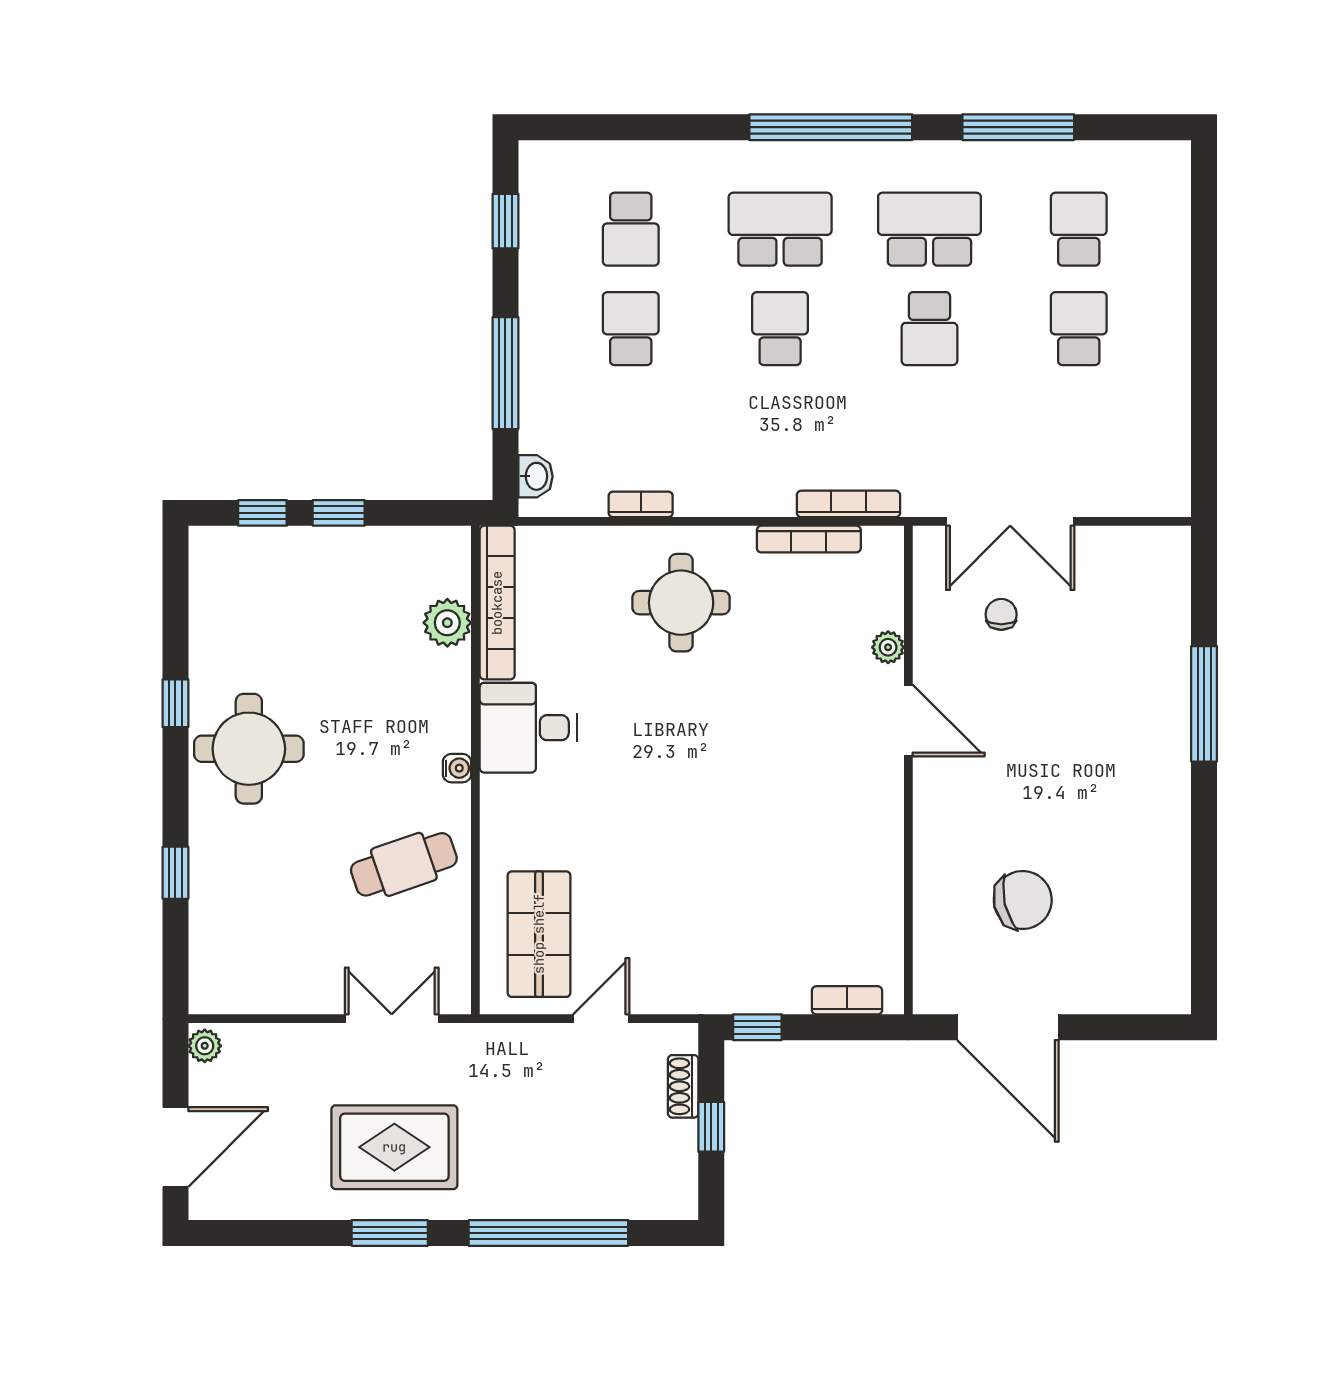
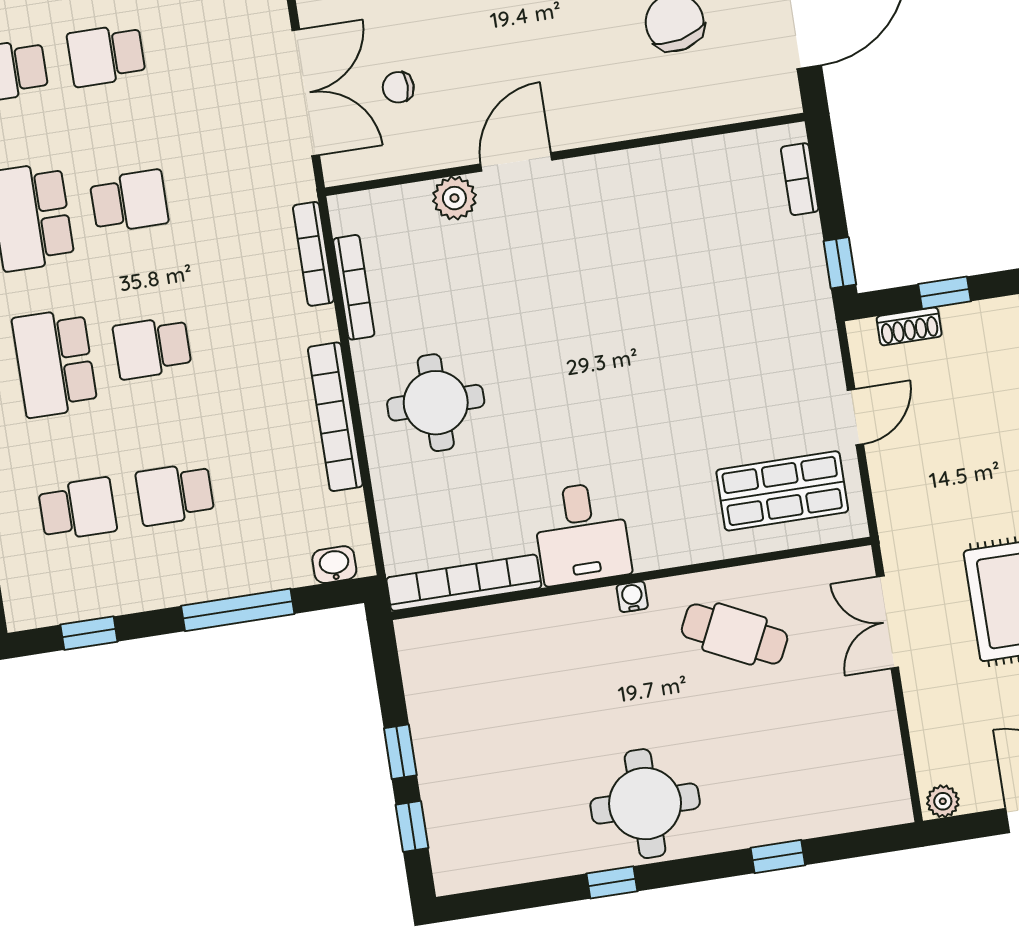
bookcase: (641, 504) -> (335, 417), width x2.31, depth x1.31
plant: (447, 623) -> (491, 629), removed
plant: (888, 647) -> (454, 198), width x1.38, depth x1.38
cafe table: (404, 864) -> (735, 634), turned -45
door: (601, 1019) -> (855, 417), swing flipped

